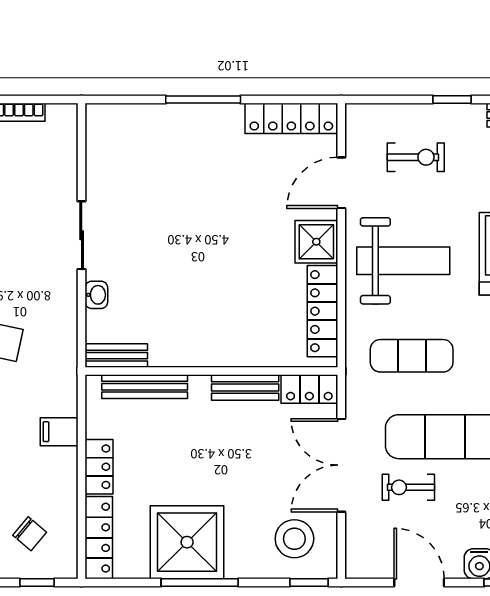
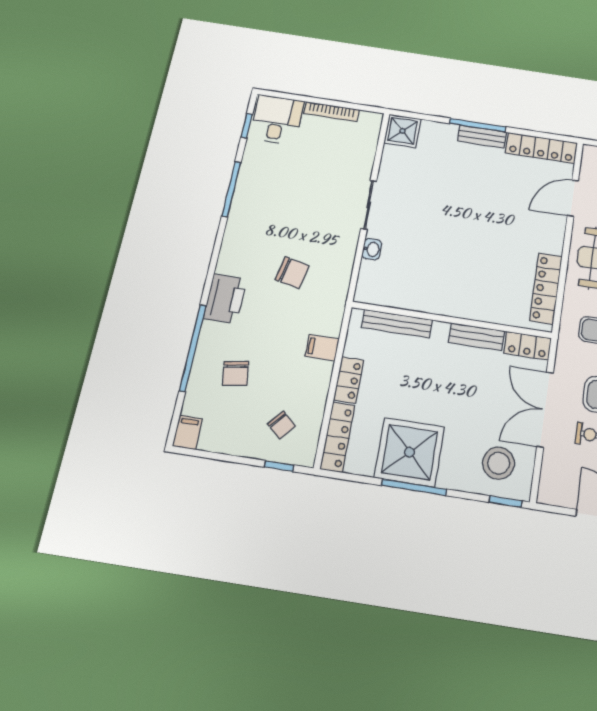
shower: (316, 242) -> (402, 131), moved
bench: (116, 356) -> (482, 137), moved

